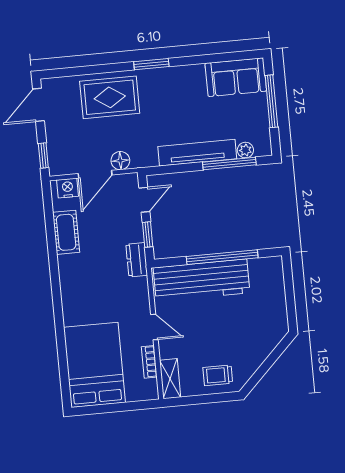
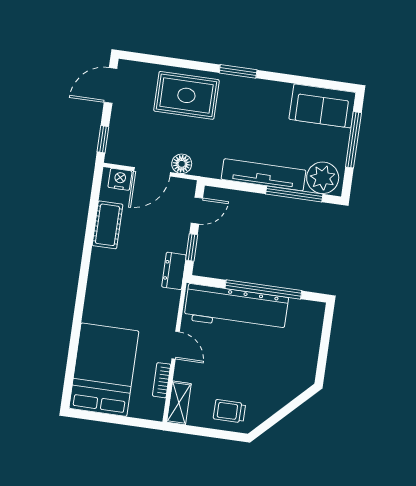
plant: (245, 150) -> (323, 178), width x1.88, depth x1.88

